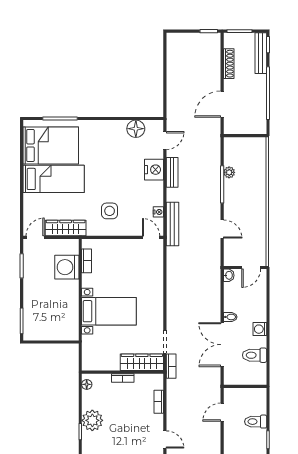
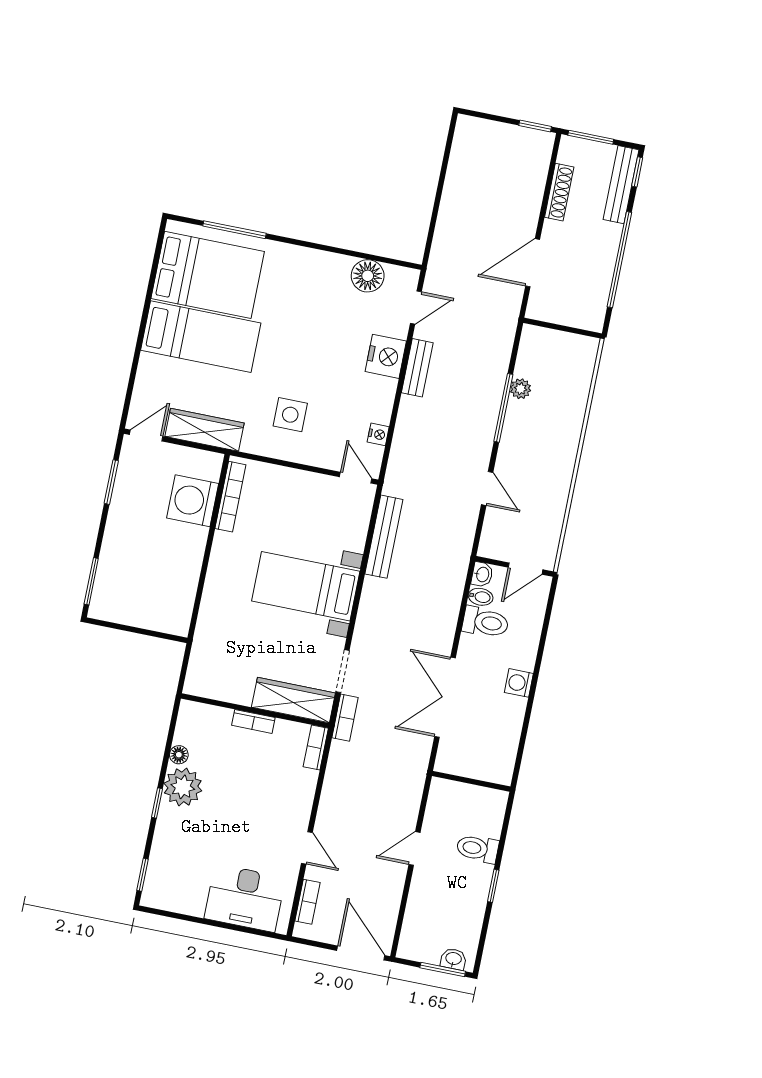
bench: (172, 224) -> (384, 537), moved
bookcase: (87, 261) -> (230, 497), width x1.56
bed with nightstands: (109, 311) -> (306, 586), moved, turned 180
bidet: (230, 317) -> (481, 597), moved
toilet: (255, 355) -> (485, 622), moved, turned 180
floor lamp: (87, 384) -> (179, 755), moved
bookcase: (159, 402) -> (316, 747), moved
door: (222, 412) -> (415, 848), moved

